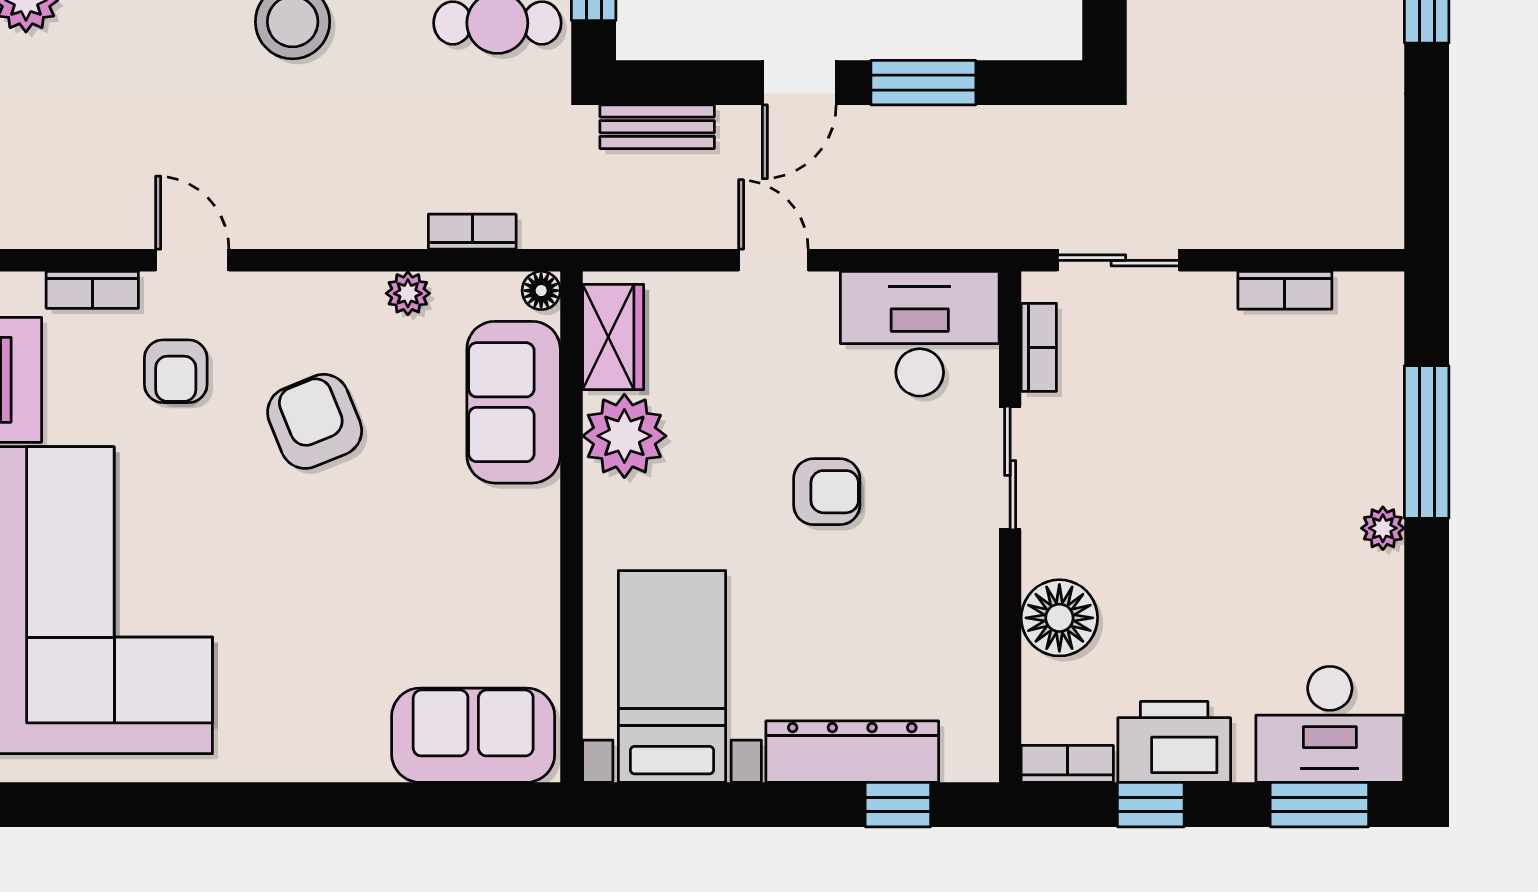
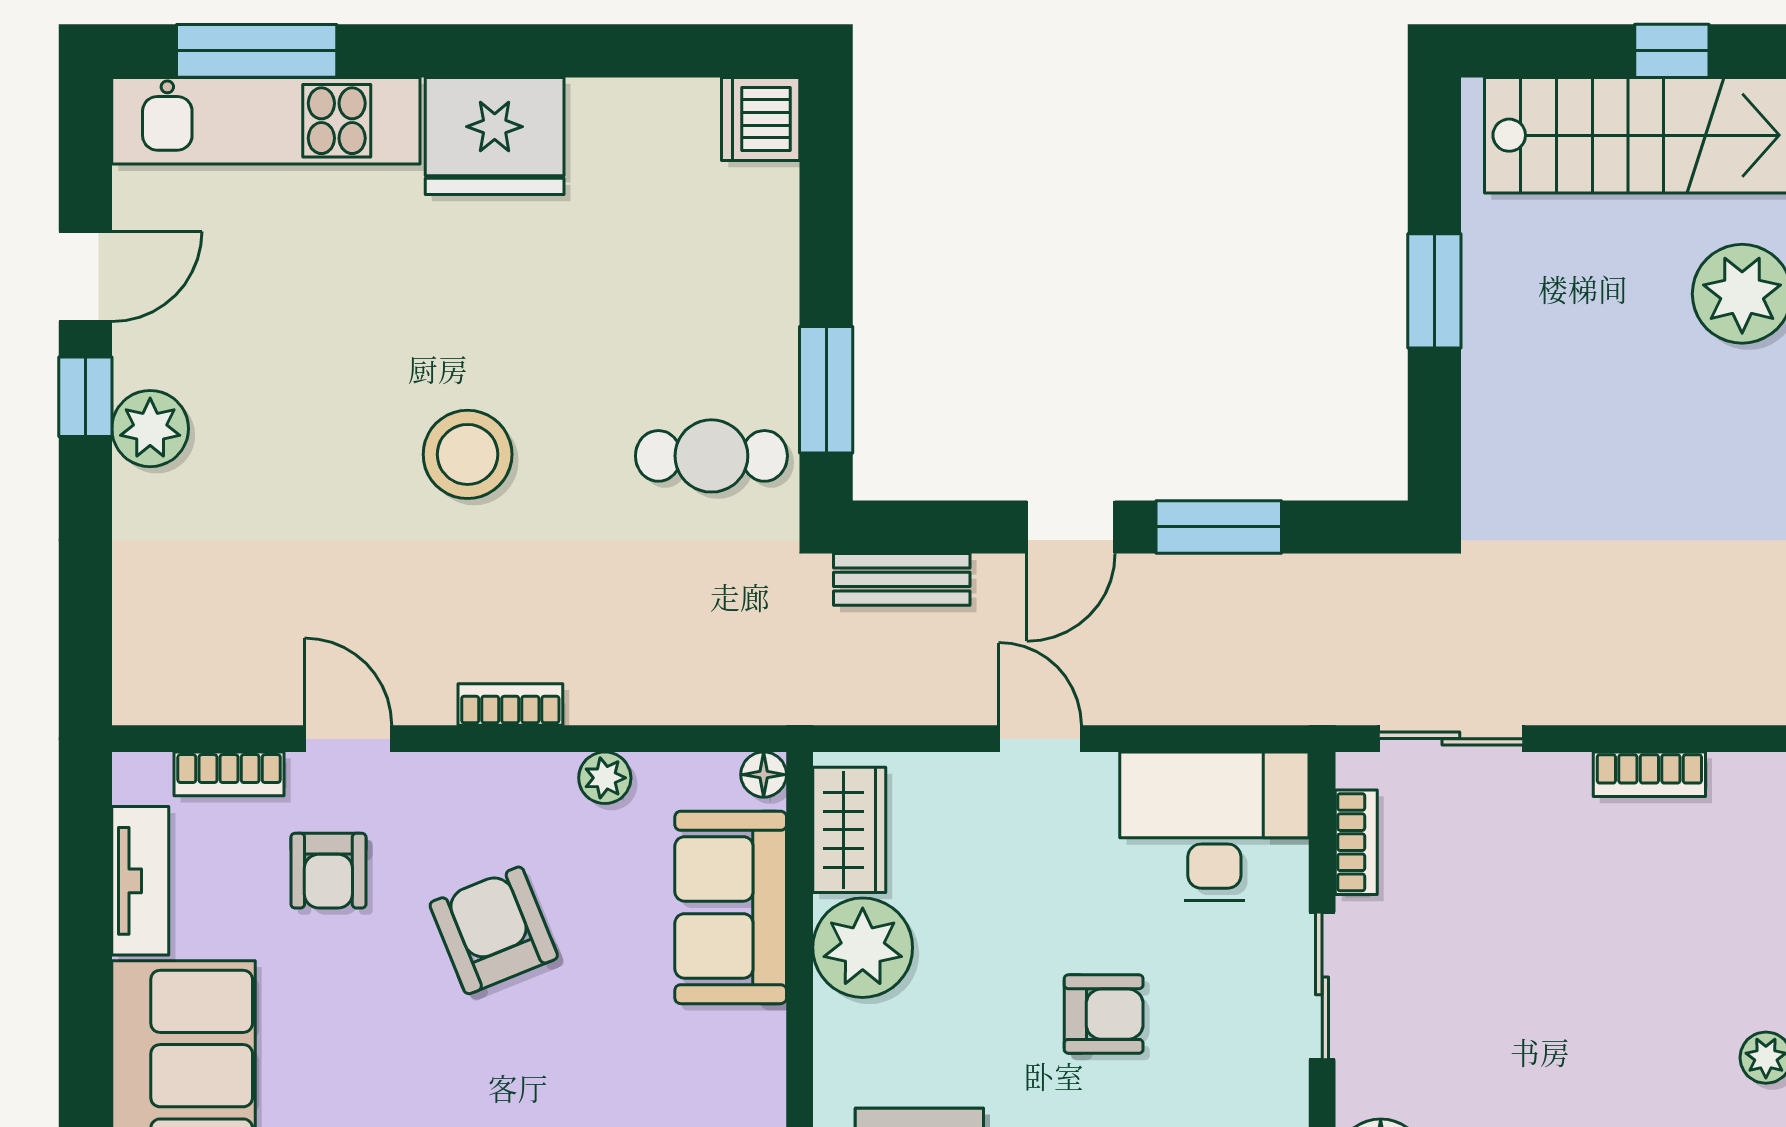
bookcase: (472, 232) -> (510, 704), moved

